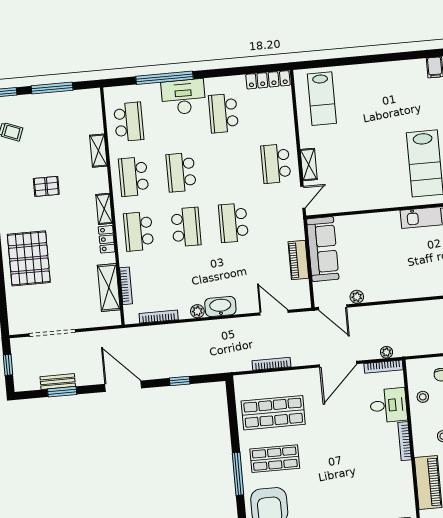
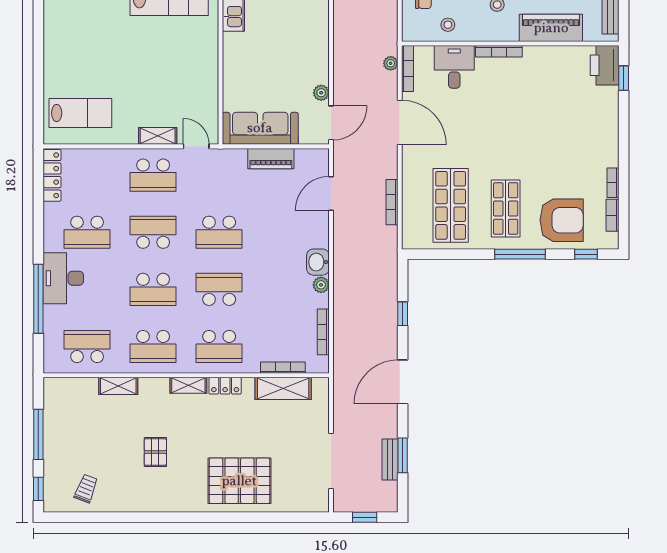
school desk: (228, 168) -> (153, 232), added
washbasin: (220, 307) -> (318, 262), width x0.72

